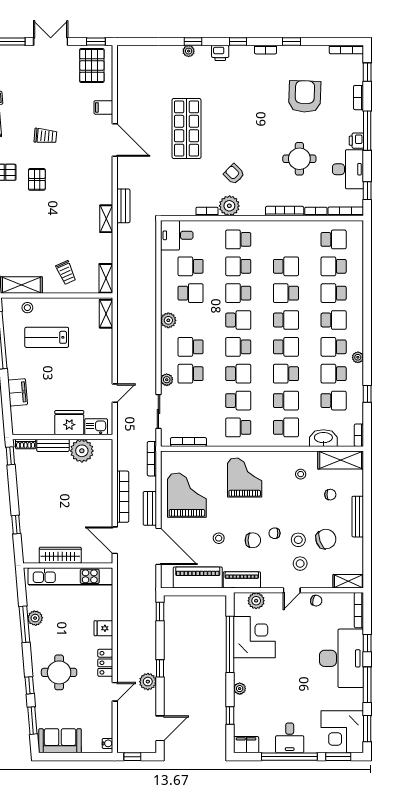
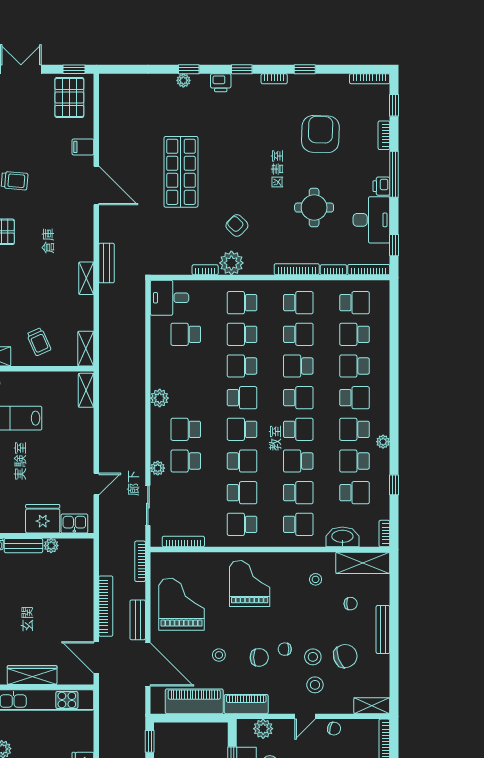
school desk: (191, 293) -> (298, 303), moved
plant: (82, 451) -> (51, 546), width x0.53, depth x0.53

